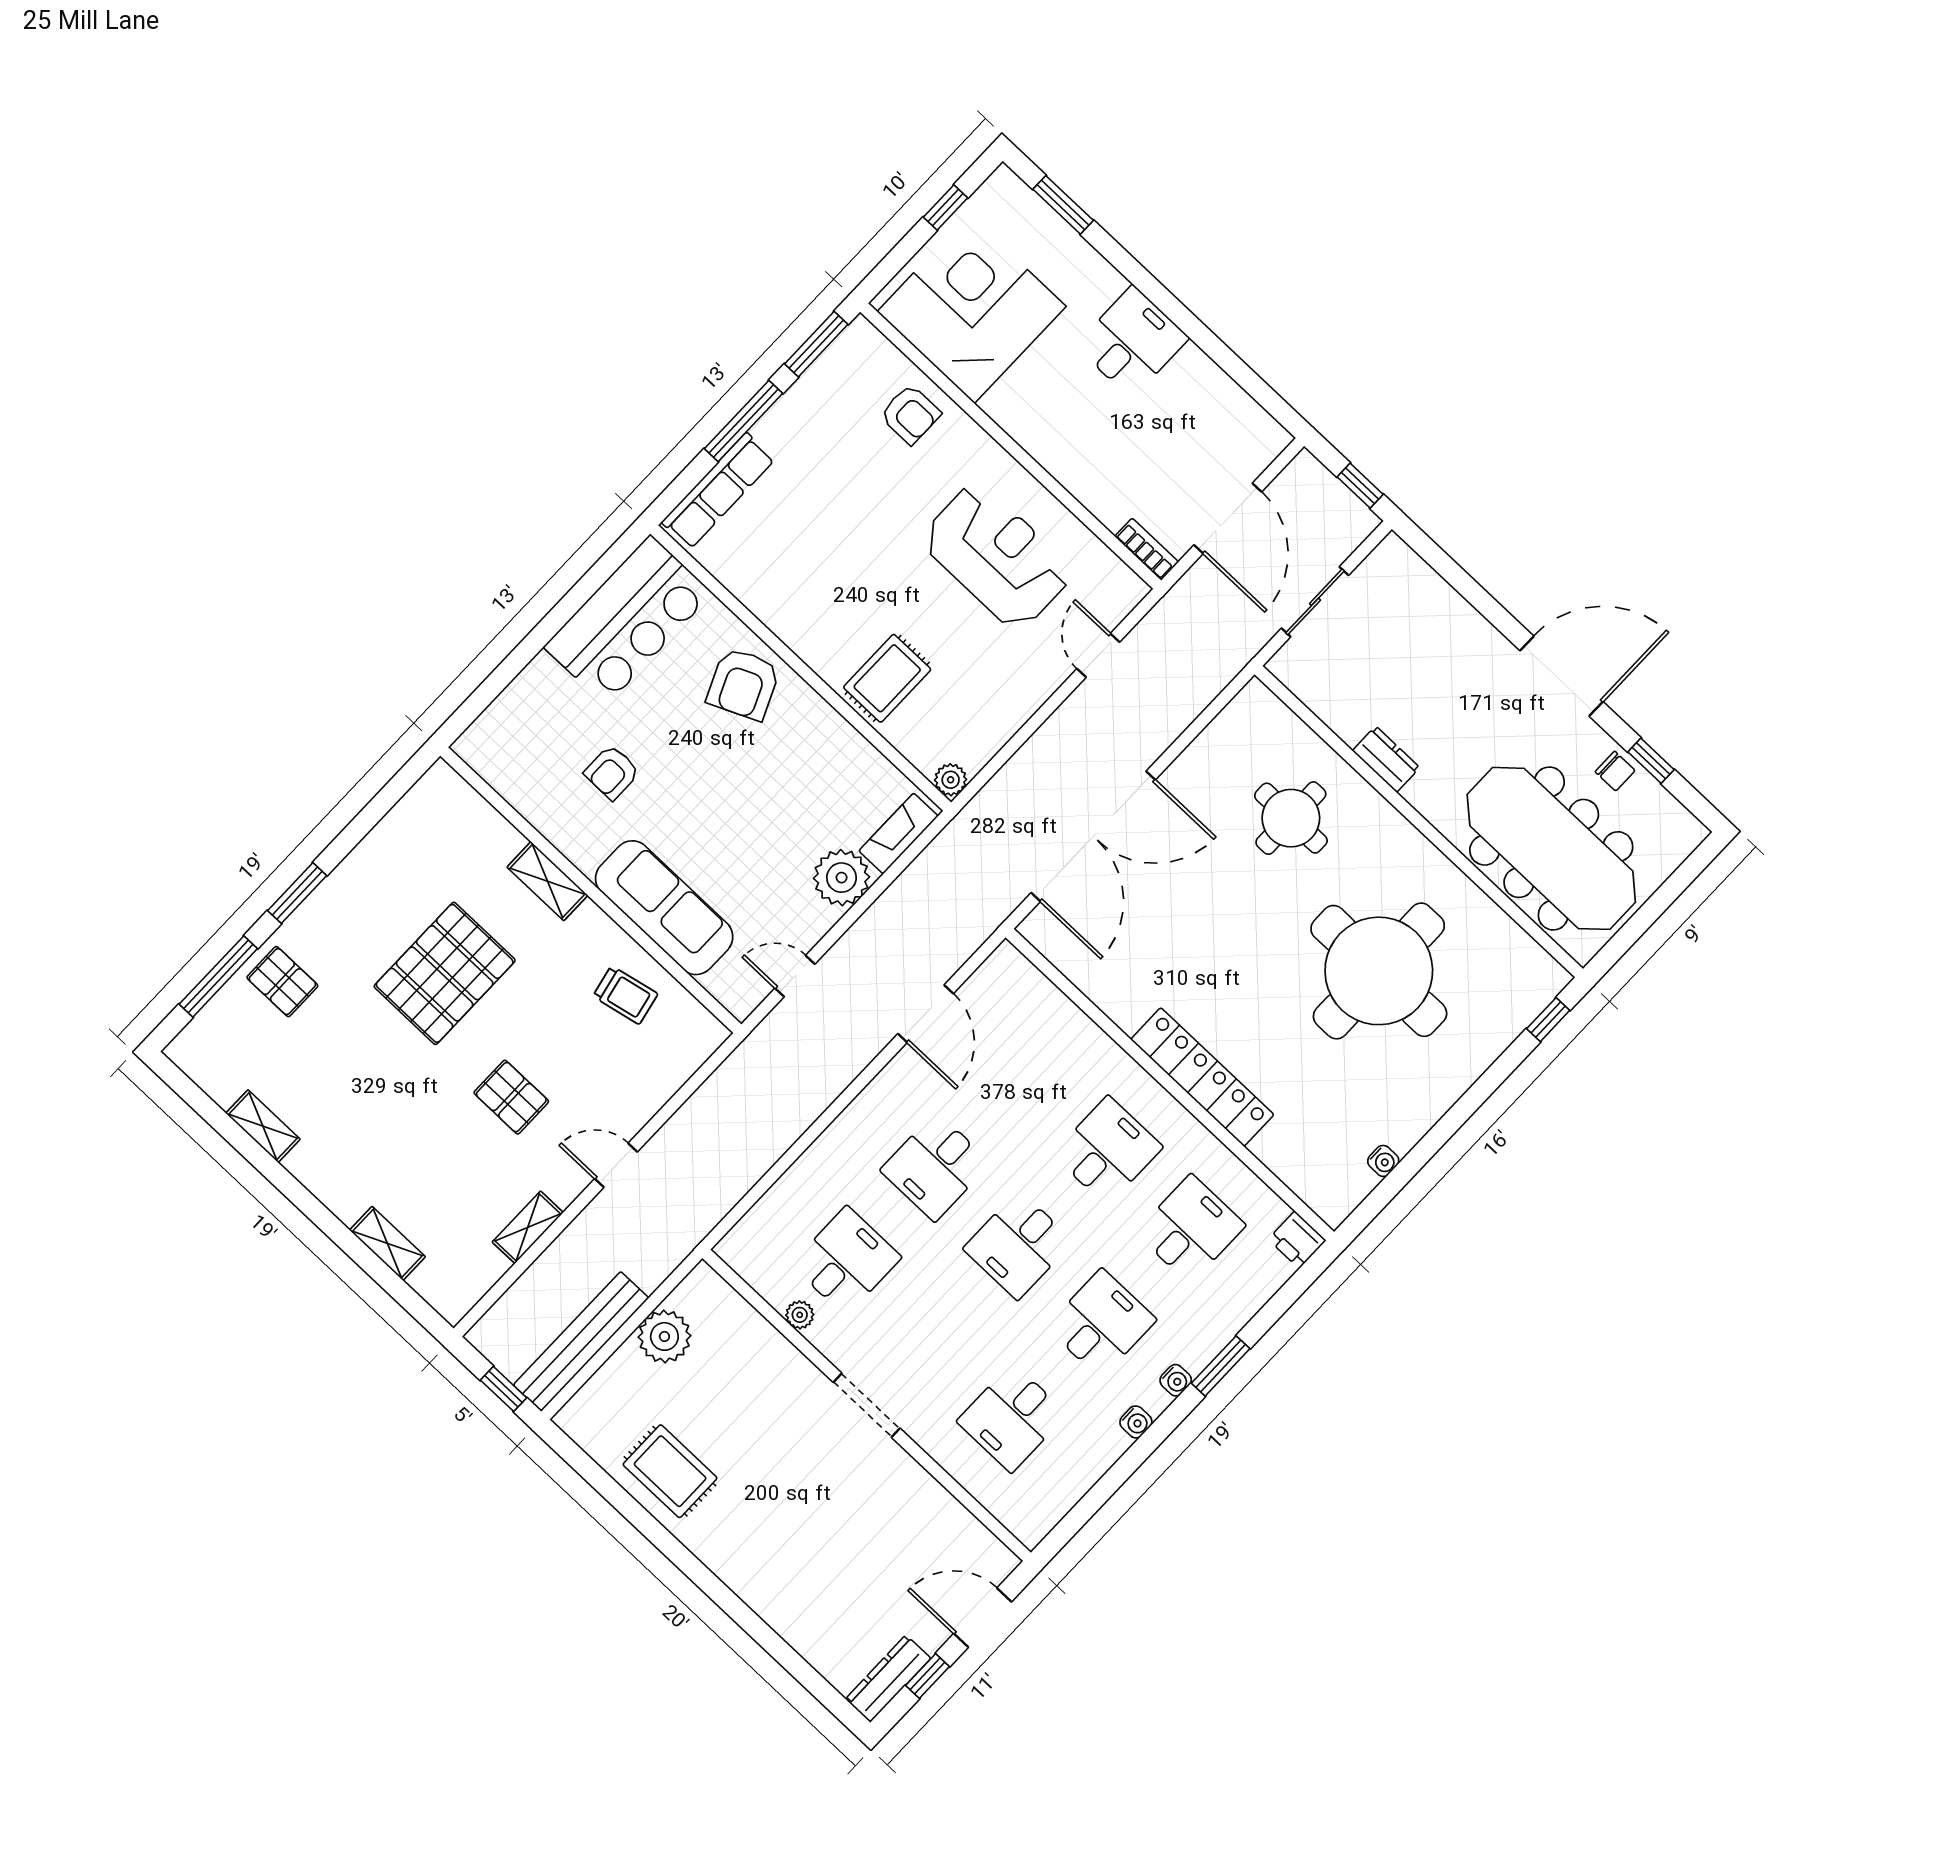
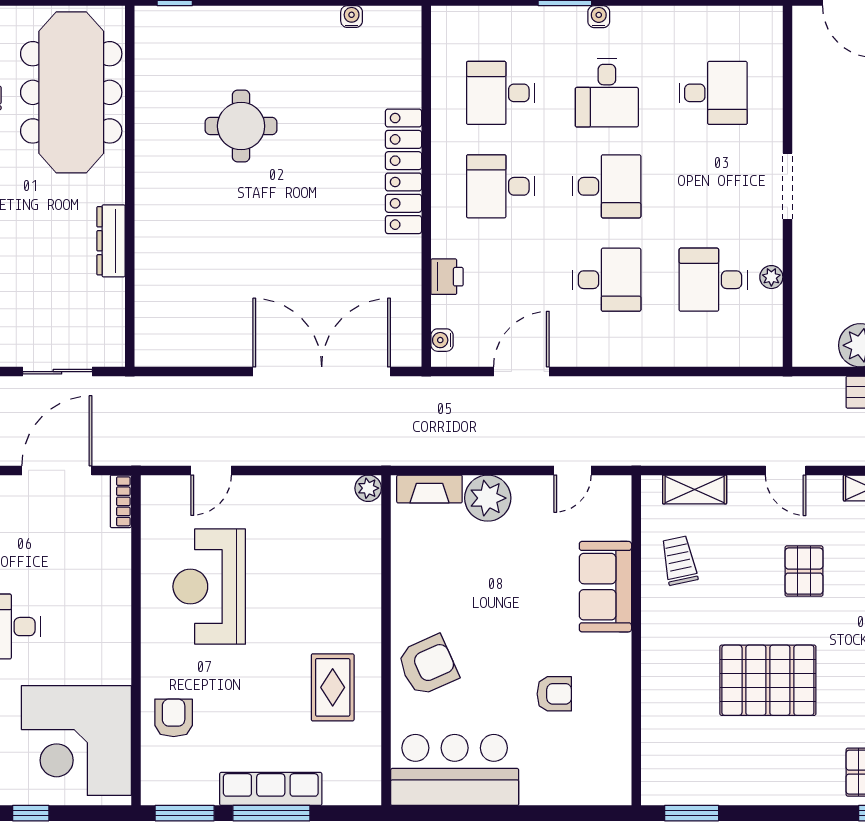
row of seats: (718, 491) -> (271, 789), moved
rug: (887, 678) -> (333, 687), moved, turned 90
dresser: (1386, 759) -> (111, 241), width x1.44
round table: (1291, 818) -> (200, 264), removed
shelving: (547, 881) -> (695, 489), moved, turned 90
window: (297, 893) -> (692, 813), moved
sofa: (664, 908) -> (605, 587), width x0.73
round table: (1379, 971) -> (241, 126), width x0.54, depth x0.54
door: (795, 976) -> (573, 470), hinge flipped
printer: (1297, 1240) -> (447, 277), moved
desk: (1101, 1323) -> (607, 93), turned -90
water cooler: (1136, 1422) -> (442, 340), moved, turned -90

